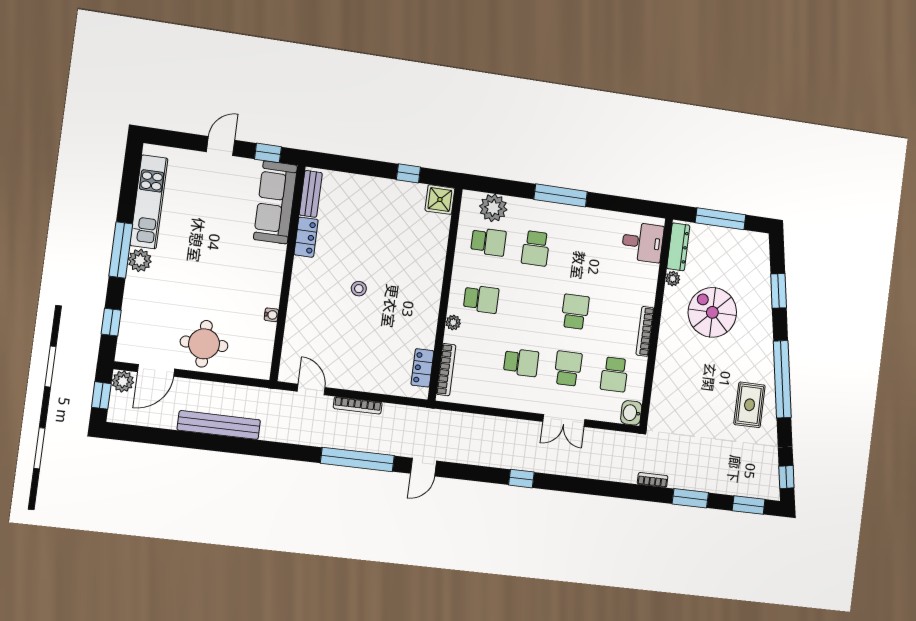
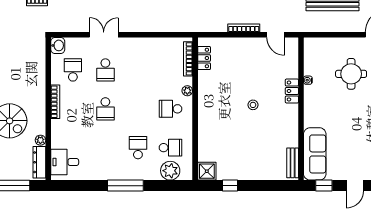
locker: (306, 237) -> (292, 91), moved
school desk: (488, 242) -> (171, 148), turned 180
round table: (204, 344) -> (351, 74), moved
school desk: (521, 362) -> (138, 70), removed

